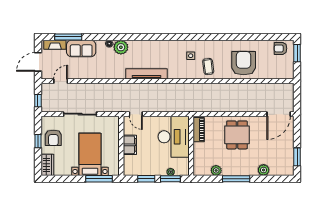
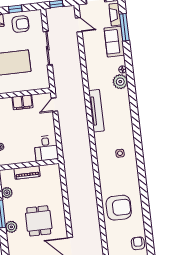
coffee table: (208, 67) -> (111, 172), removed
piano: (199, 130) -> (27, 172), moved
dining table: (237, 135) -> (39, 221), moved, turned 90
desk: (174, 137) -> (46, 148), width x0.53, depth x0.77
armchair: (53, 138) -> (20, 24), turned 180
plant: (264, 170) -> (11, 227), moved

